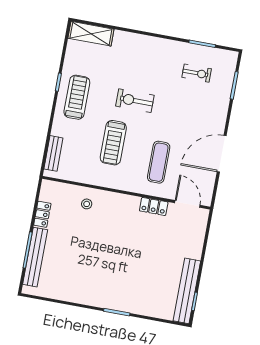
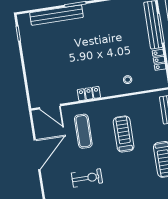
exercise bike: (135, 101) -> (87, 178), moved
locker: (154, 206) -> (89, 94), moved
bench: (187, 291) -> (56, 15), moved, turned 90

